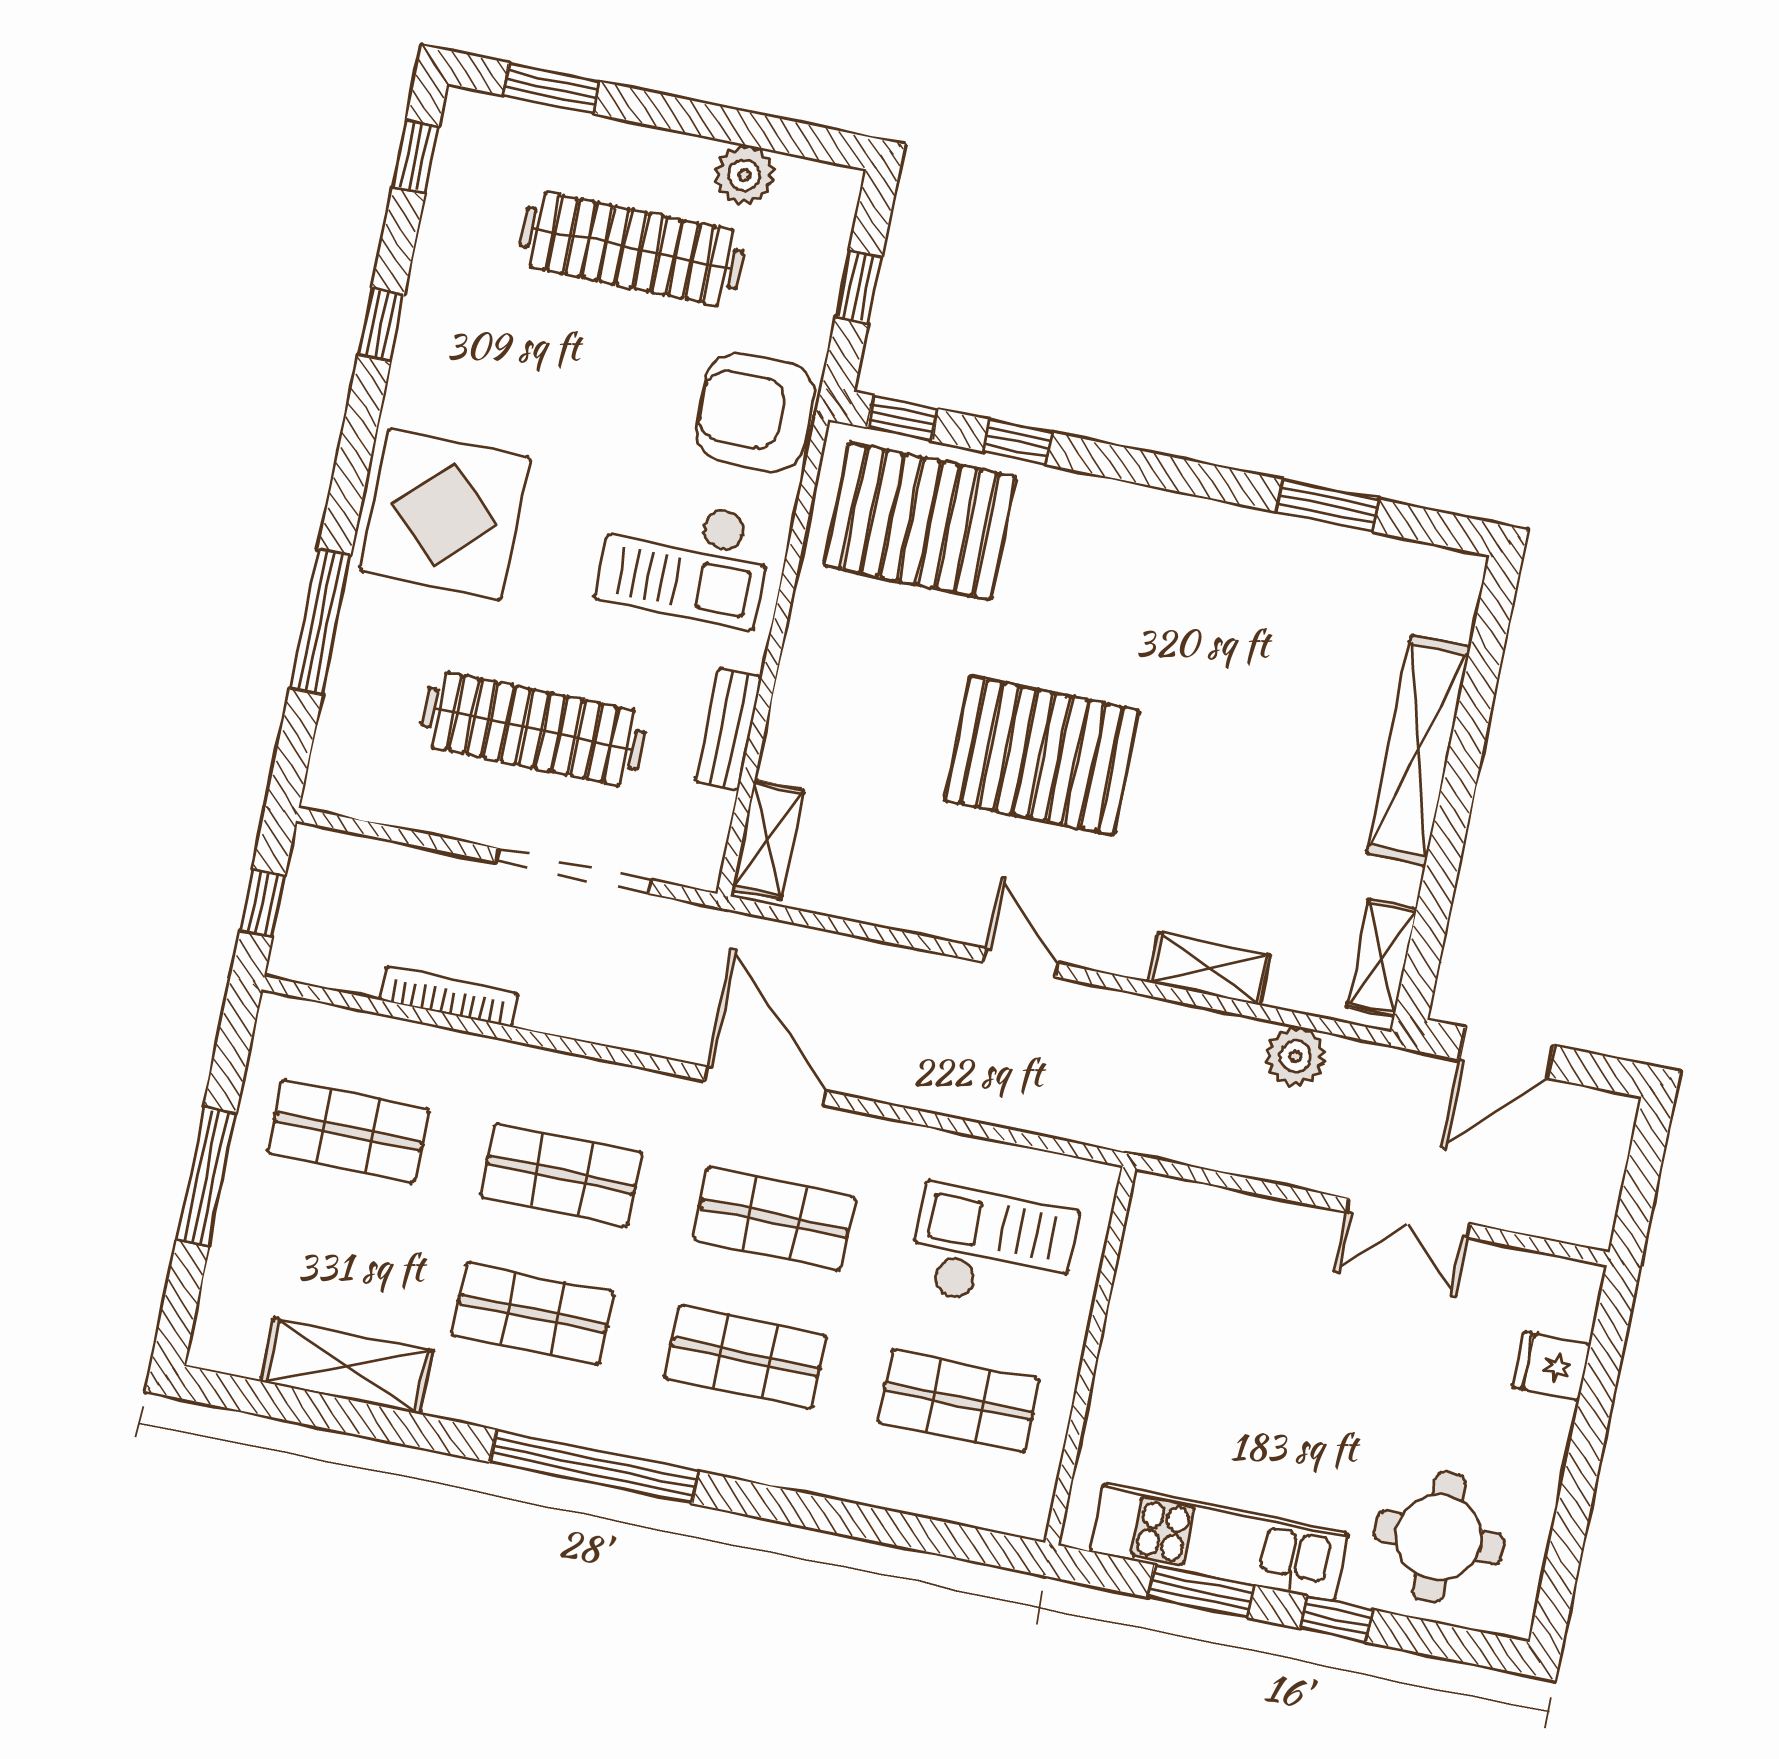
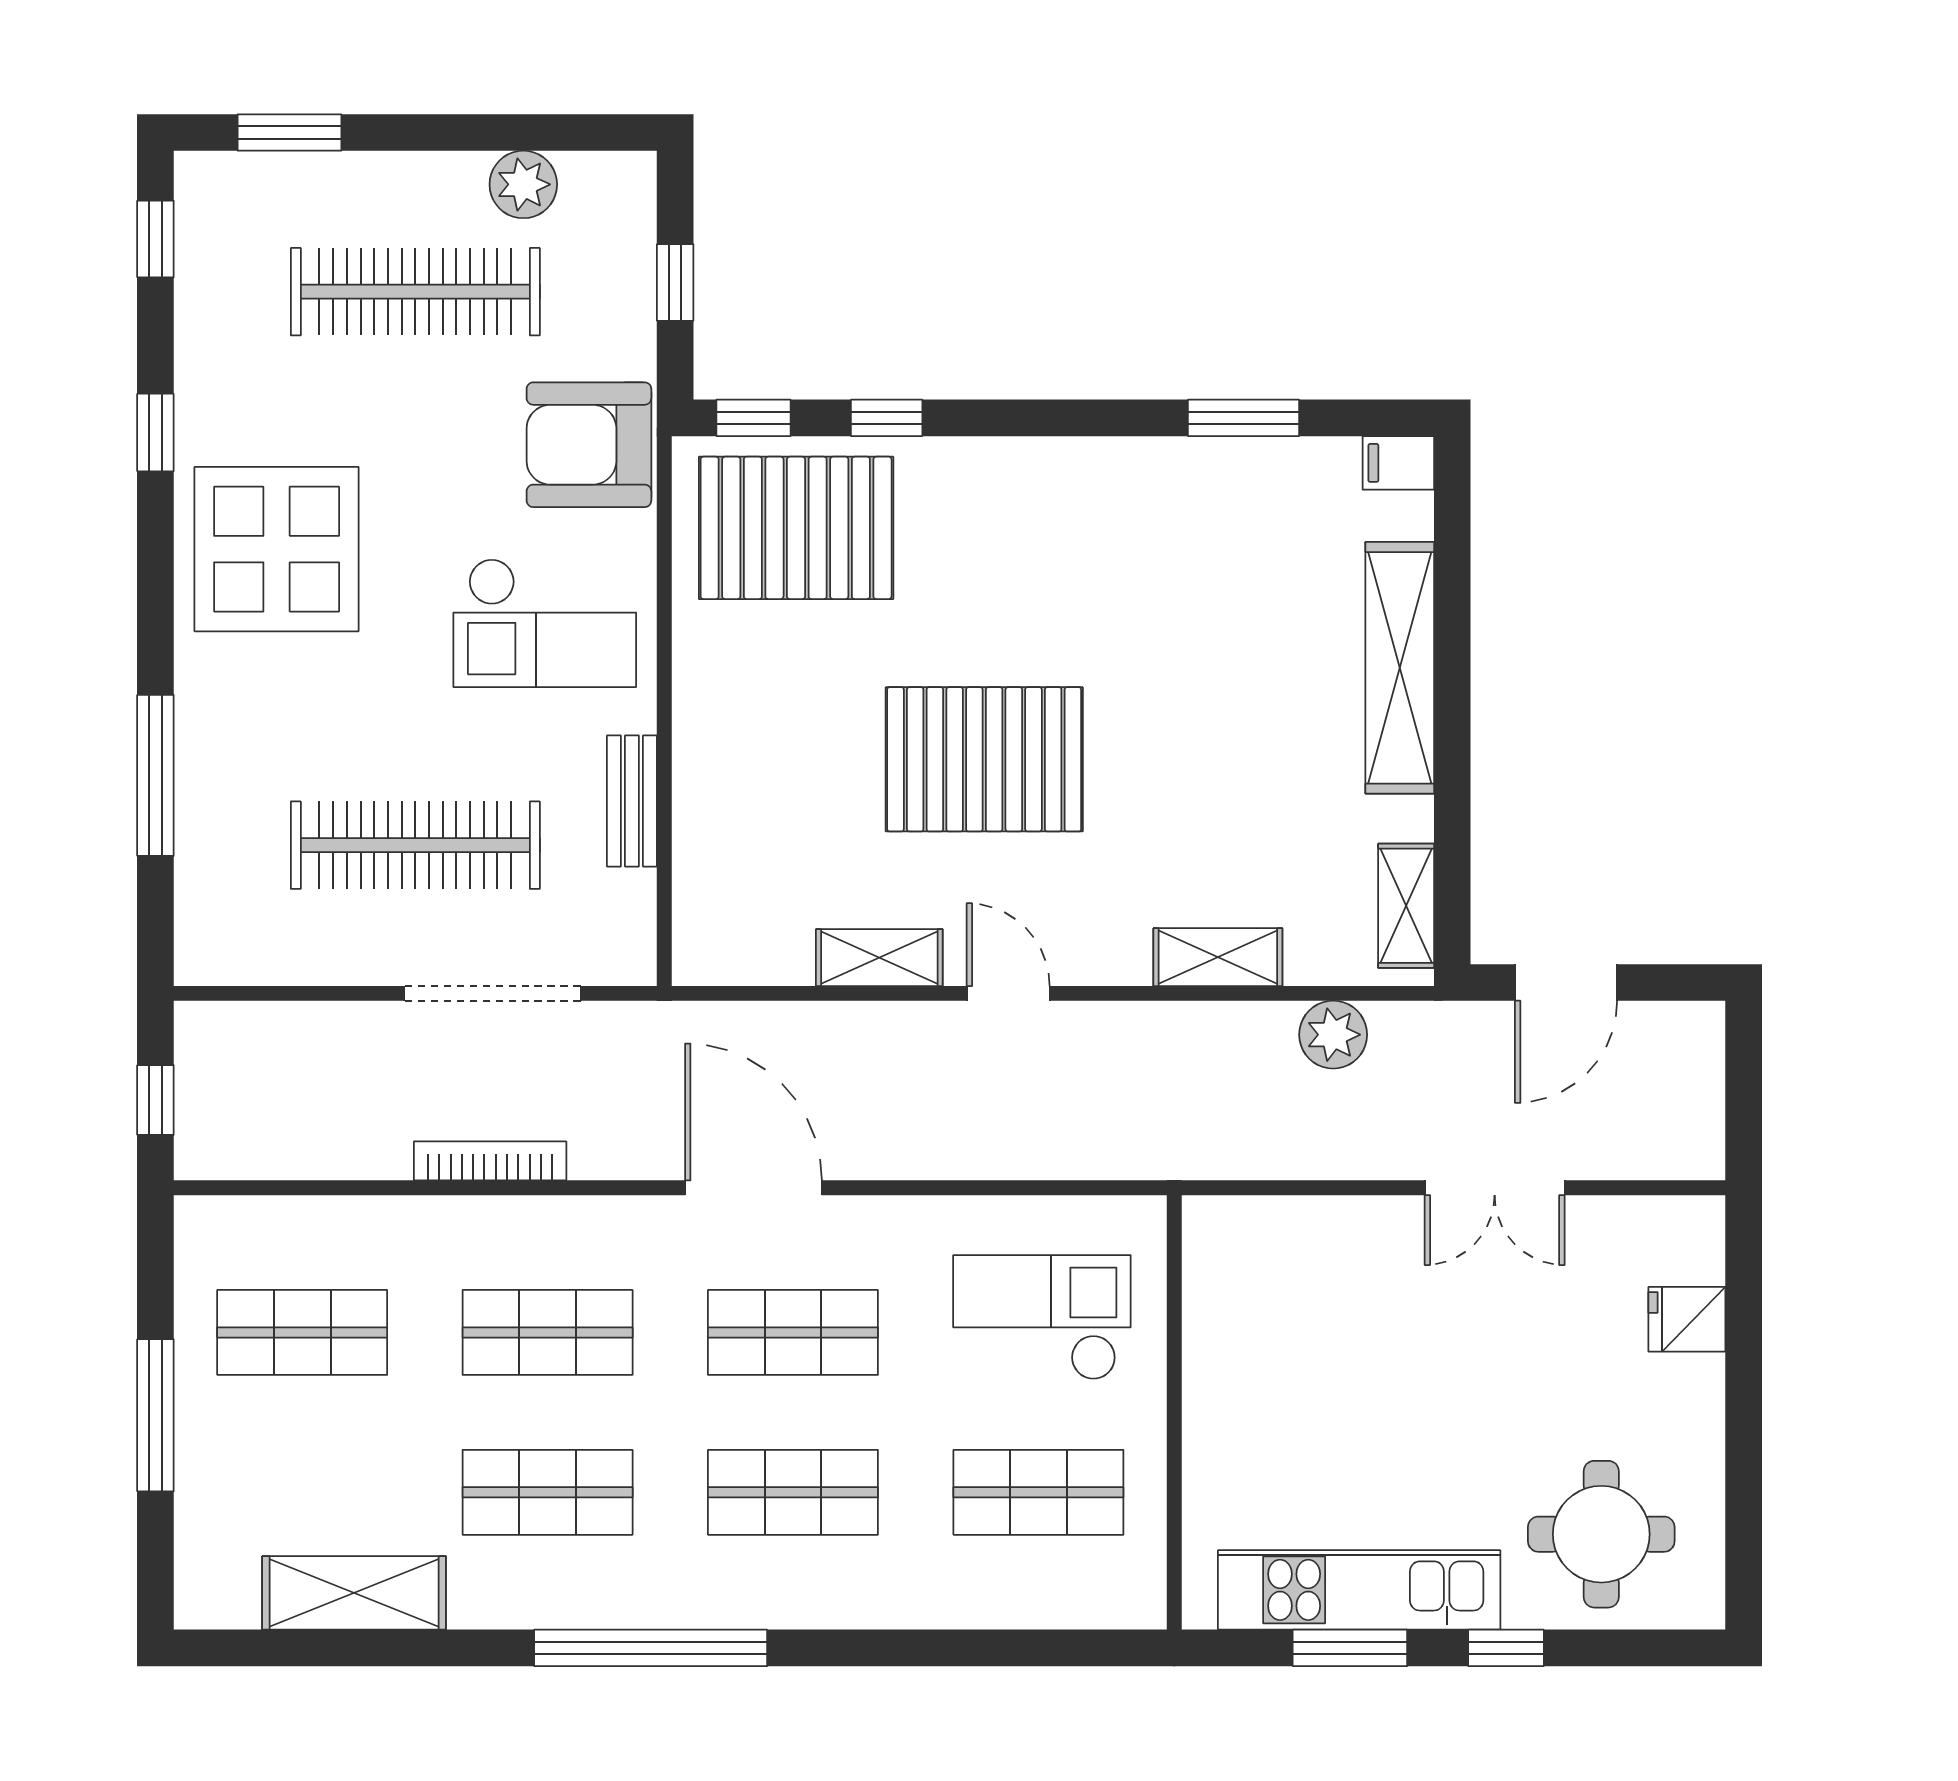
display table: (445, 515) -> (277, 549), moved
filing cabinet: (1454, 572) -> (1398, 463), added
shelving: (768, 840) -> (879, 958), moved, turned 90
bookcase: (449, 997) -> (490, 1161), moved

